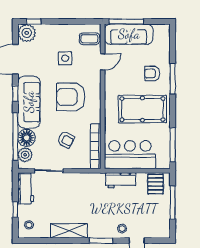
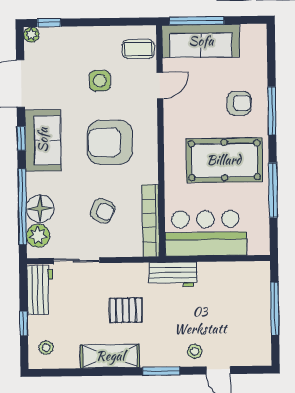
plant: (27, 33) -> (31, 35), width x0.53, depth x0.53
armchair: (152, 74) -> (239, 103), turned 180
sofa: (29, 102) -> (43, 140), width x0.73
window: (173, 145) -> (273, 190), moved
workbench: (121, 180) -> (173, 275), moved
pallet: (155, 184) -> (126, 310), moved, turned 90

